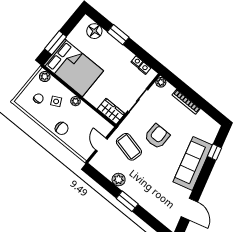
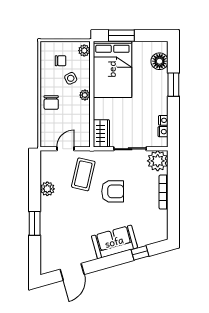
plant: (161, 82) -> (158, 161), width x1.88, depth x1.88
sofa: (193, 163) -> (114, 242), width x0.73
window: (127, 201) -> (35, 223), moved

